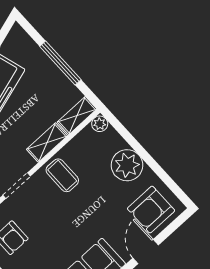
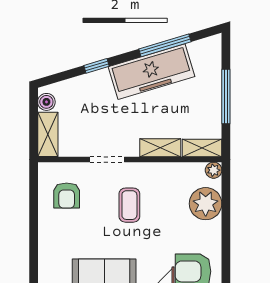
plant: (127, 165) -> (206, 204), moved
coffee table: (62, 175) -> (129, 205), moved

